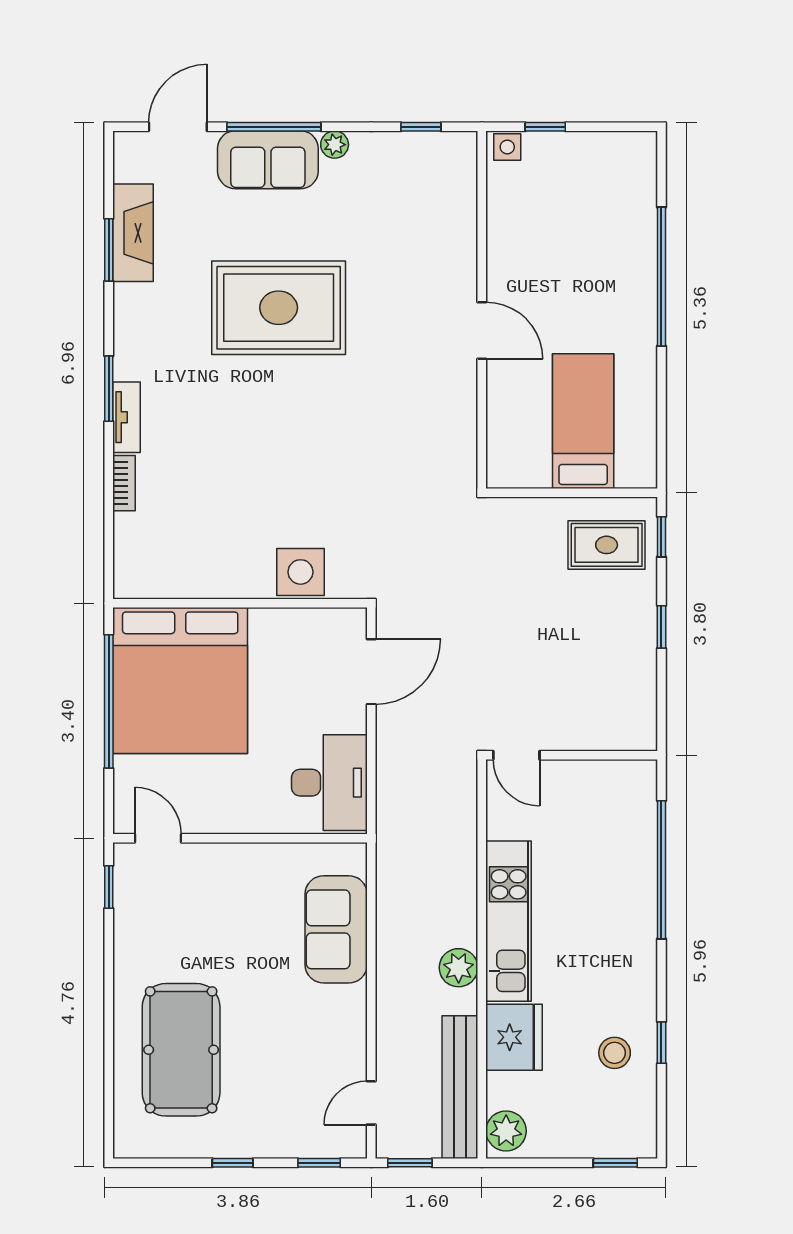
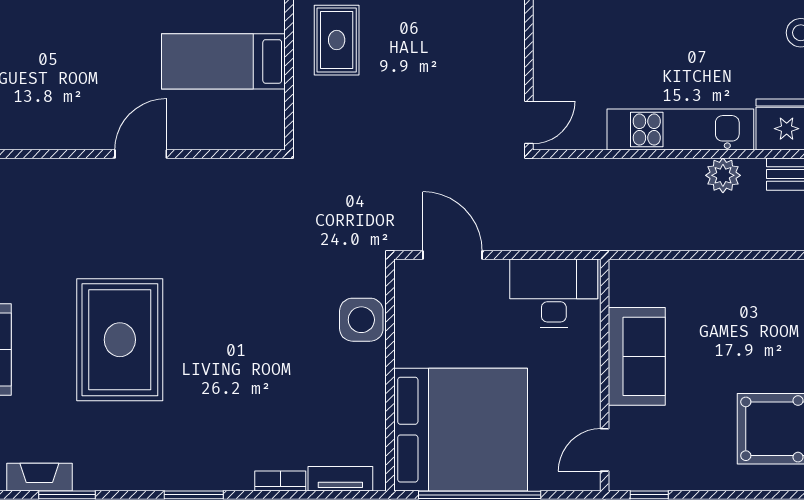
fireplace: (133, 233) -> (39, 477), width x0.73, depth x0.76
tv unit: (126, 417) -> (340, 479), moved
sofa: (336, 929) -> (637, 356), moved, turned -90

